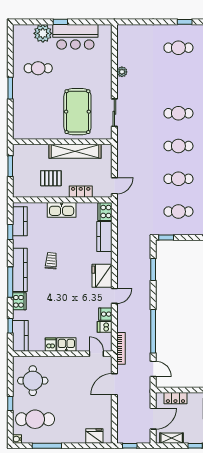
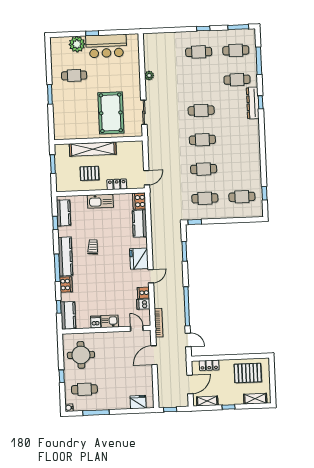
shelving: (75, 151) -> (93, 149), moved
cafe table: (35, 419) -> (84, 389), width x0.73, depth x0.74

